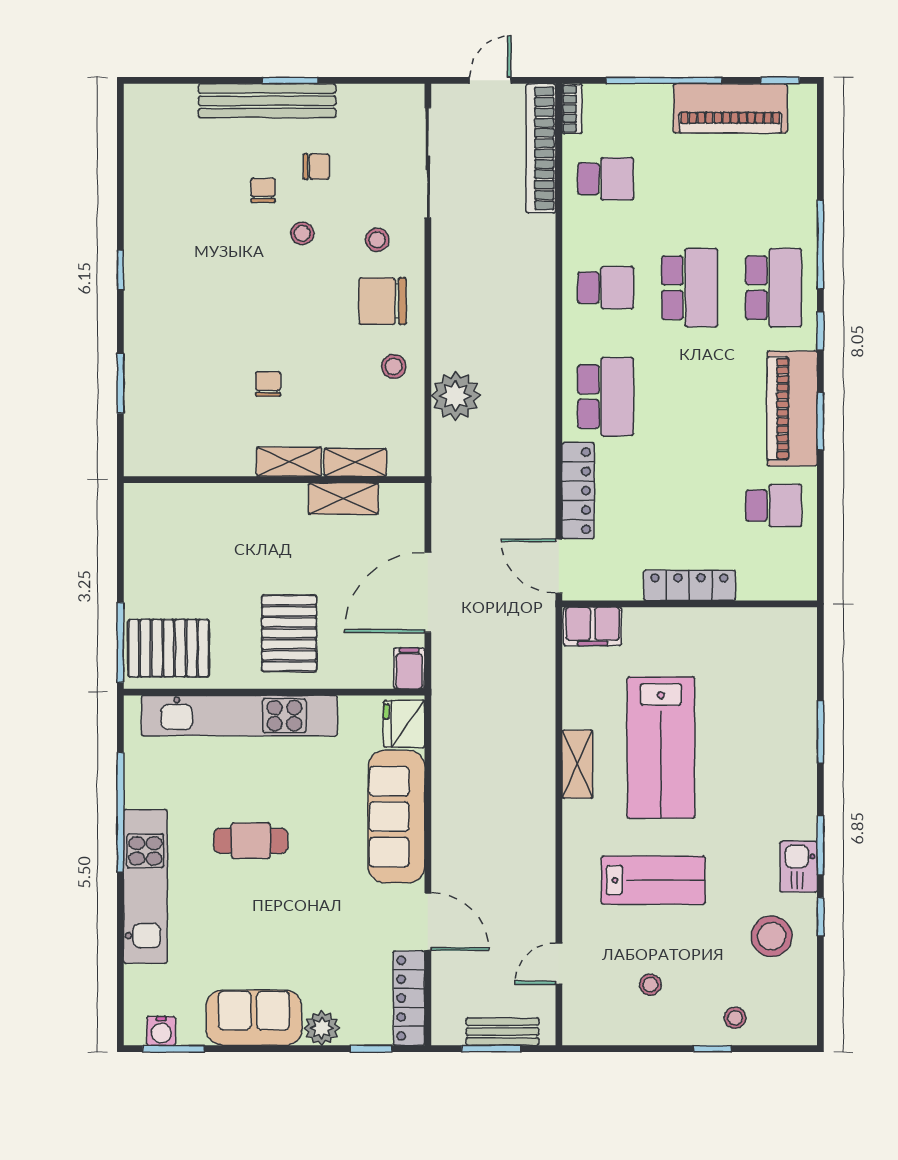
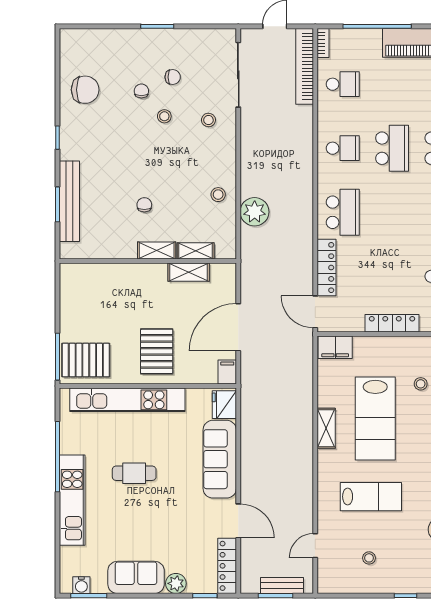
bench: (267, 101) -> (69, 201), moved, turned 90
chair: (383, 301) -> (85, 90), moved, turned 180
stool: (735, 1018) -> (421, 384), moved

